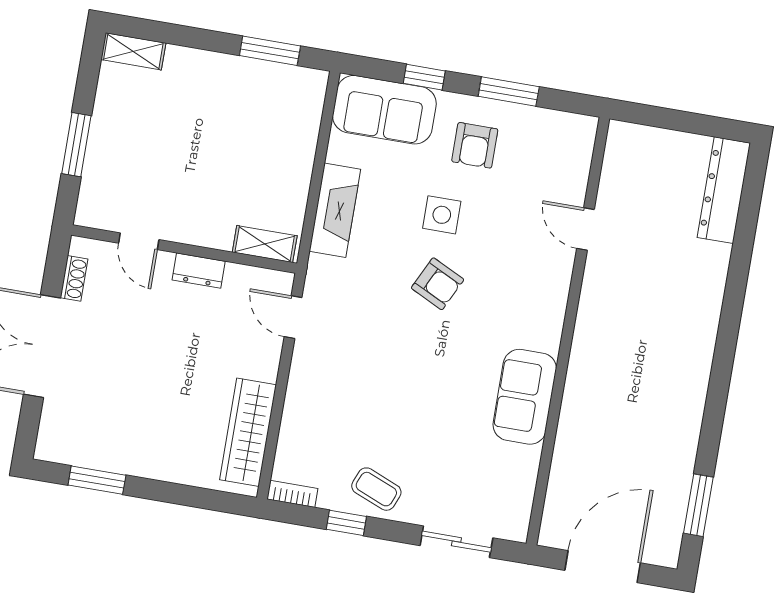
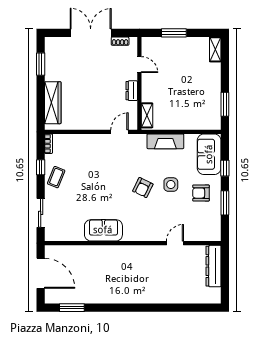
dresser: (724, 190) -> (214, 266), moved, turned -90
door: (139, 241) -> (139, 65), swing flipped
wardrobe: (248, 432) -> (53, 103), moved, turned 90

